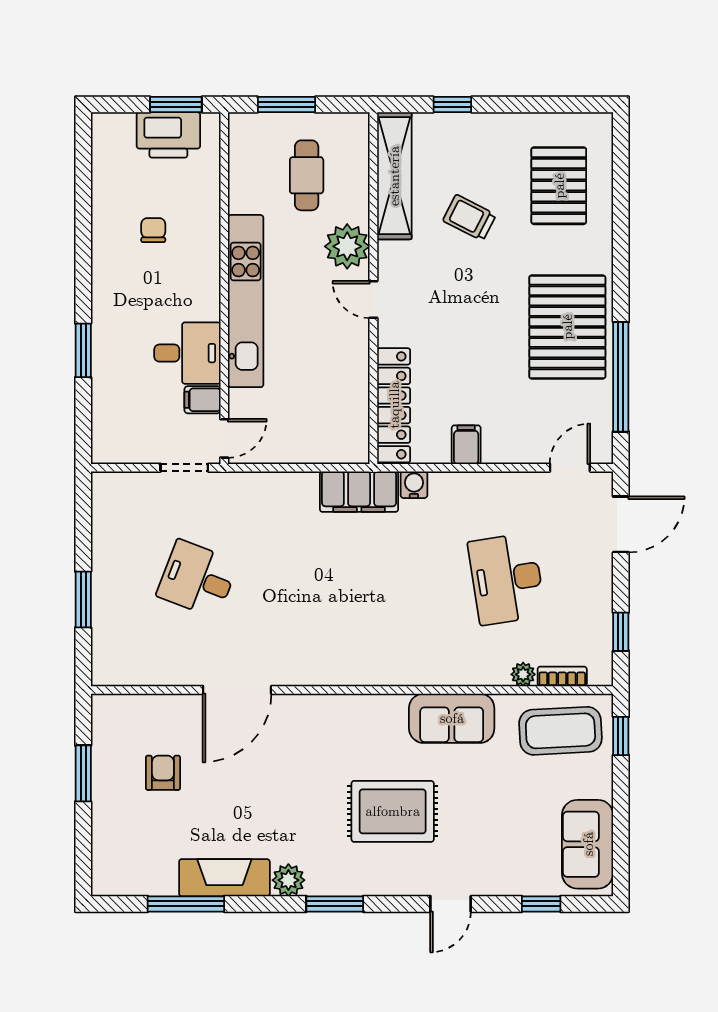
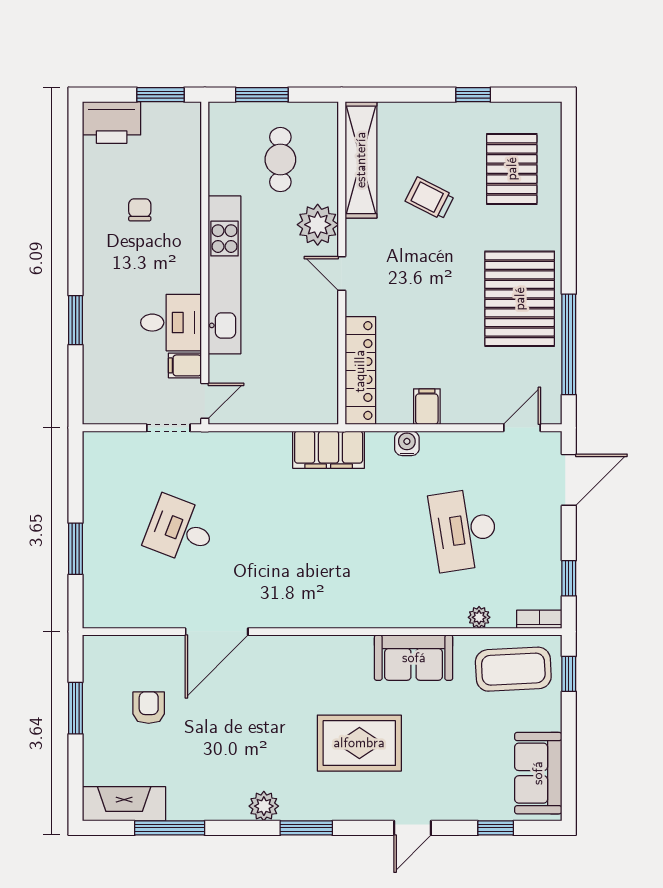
window: (452, 105) -> (473, 95), moved
printer: (168, 135) -> (112, 122), moved
water cooler: (414, 485) -> (407, 443), moved
bookcase: (562, 676) -> (539, 619), moved
fireplace: (224, 878) -> (124, 804), moved

